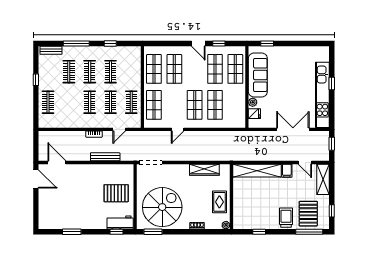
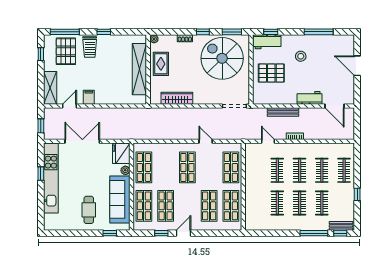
window: (110, 43) -> (340, 233), moved
door: (198, 43) -> (183, 233), hinge flipped
cafe table: (287, 65) -> (89, 210), added
window: (332, 84) -> (41, 174), moved
clothes rail: (131, 102) -> (322, 170), moved
shop shelf: (215, 105) -> (144, 167), moved
fridge: (254, 114) -> (121, 153), width x1.88, depth x1.34
door: (119, 129) -> (268, 141), hinge flipped
door: (178, 129) -> (206, 141), hinge flipped
double door: (293, 129) -> (82, 141), swing flipped
door: (305, 162) -> (70, 106), hinge flipped
workbench: (80, 170) -> (309, 98), added
shelving: (257, 171) -> (139, 69), moved, turned 90
door: (36, 179) -> (357, 66), moved
spiral stairs: (162, 207) -> (222, 58), turned 90
stool: (89, 209) -> (301, 56), added
window: (72, 232) -> (319, 32), width x1.44
window: (180, 232) -> (203, 32), added
window: (259, 232) -> (104, 32), moved

